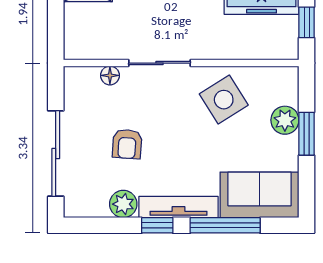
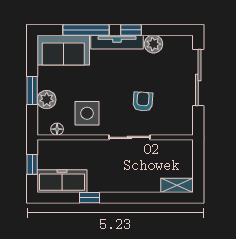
floor lamp: (110, 75) -> (57, 129), moved
side table: (224, 100) -> (87, 113), turned 32
armchair: (127, 144) -> (143, 101), moved

